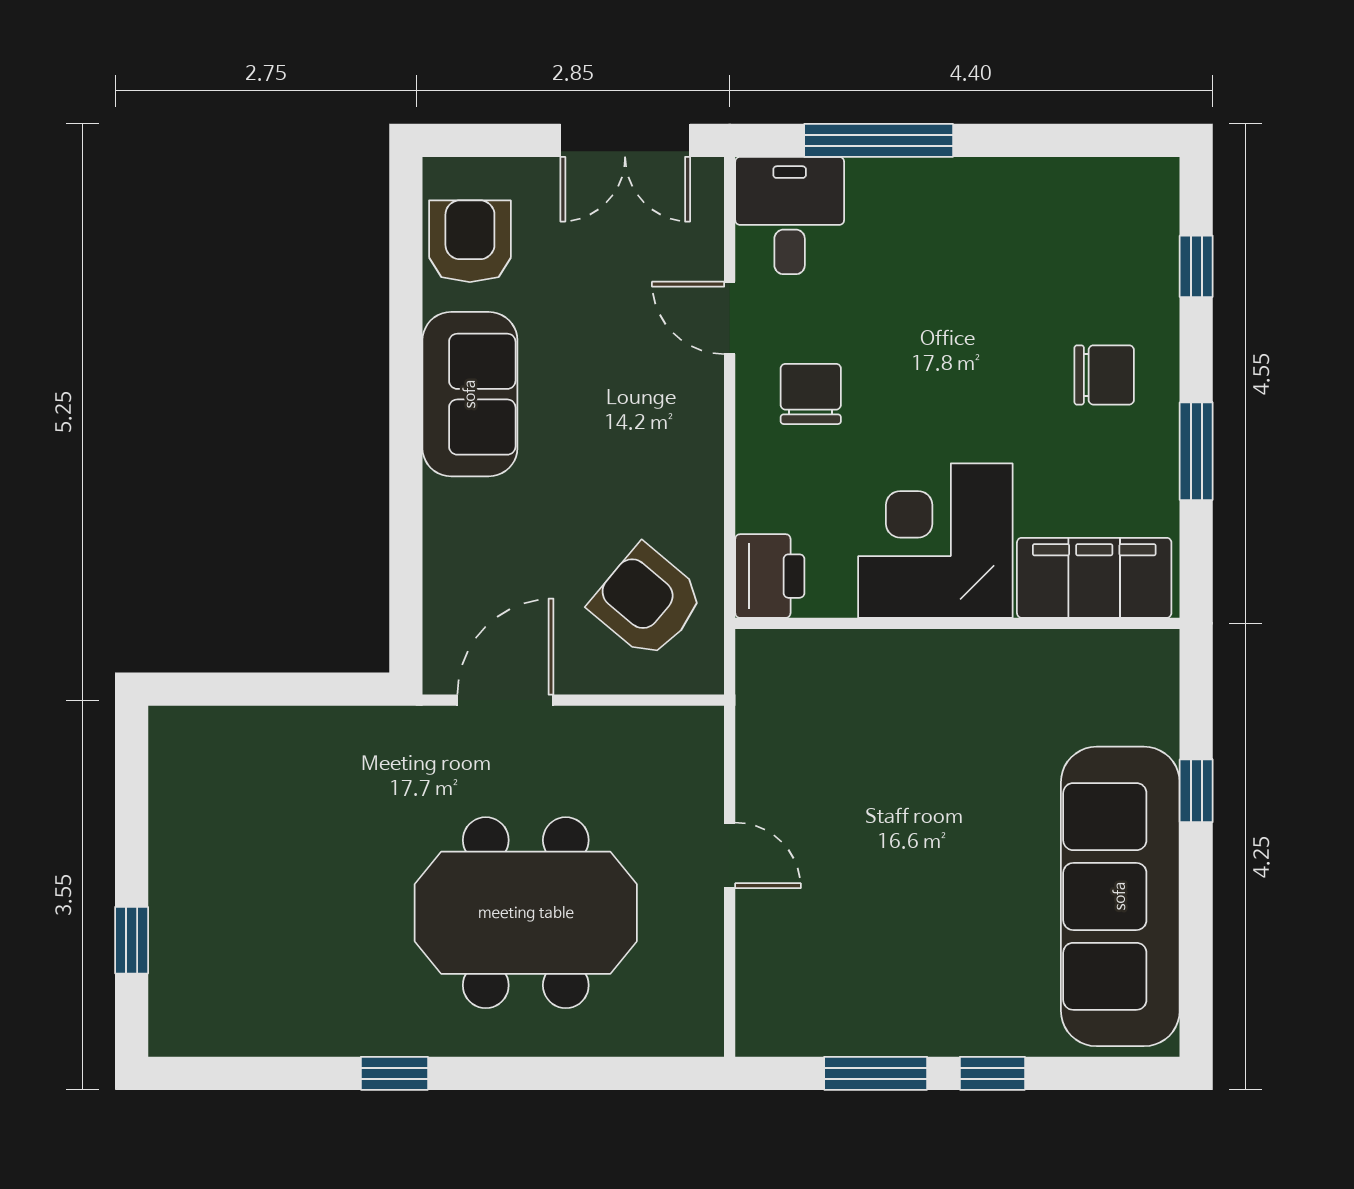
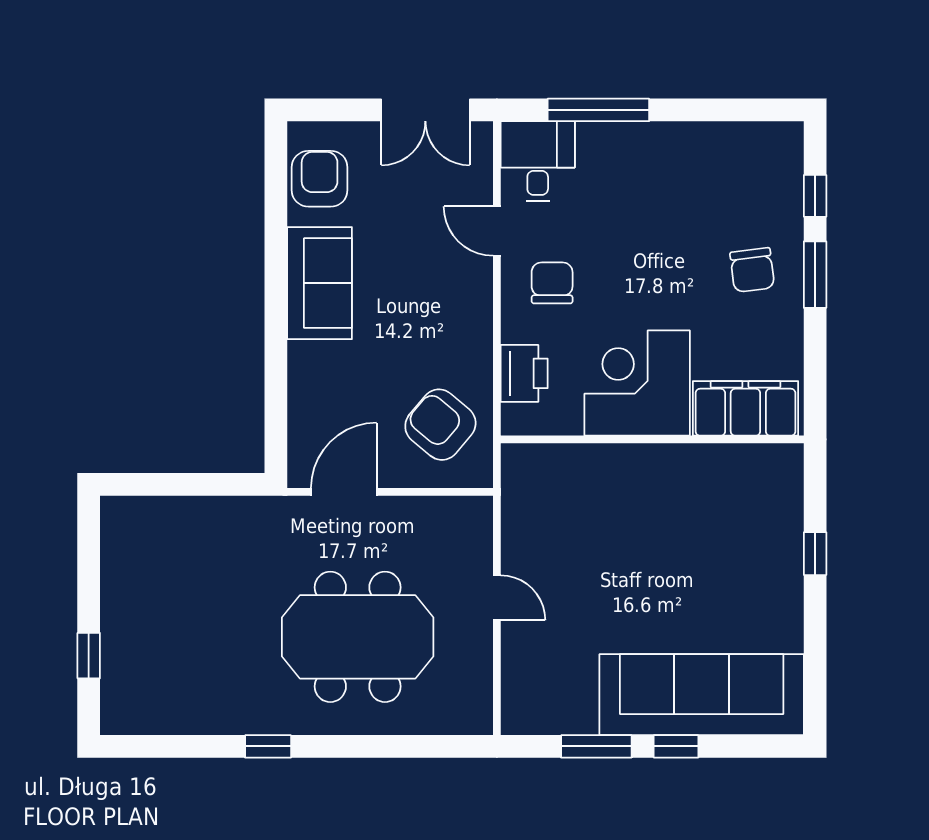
chair: (1104, 375) -> (752, 270), turned 83
window: (1196, 451) -> (815, 275), moved
printer: (770, 576) -> (524, 373), moved
sofa: (1120, 896) -> (702, 695), moved, turned 90

